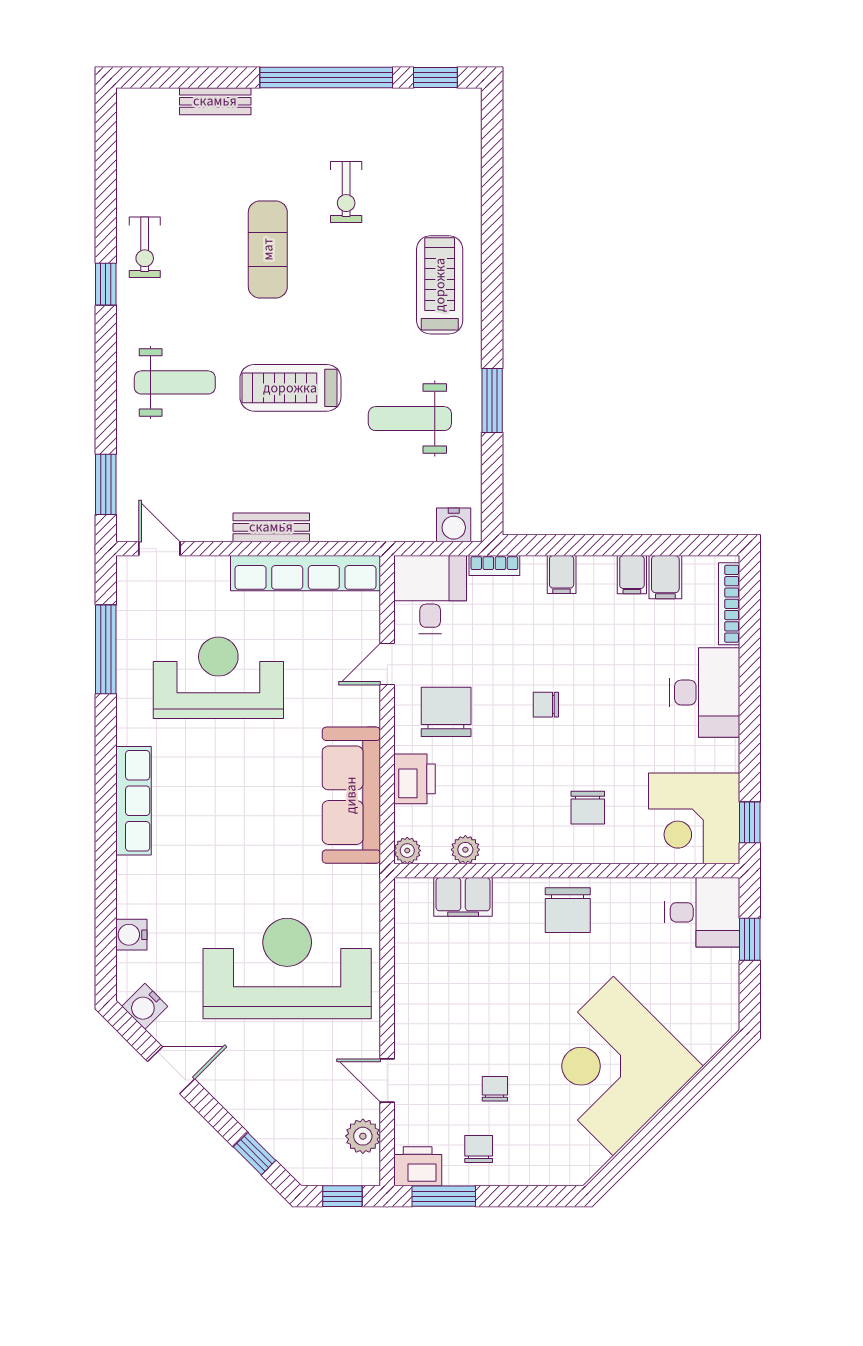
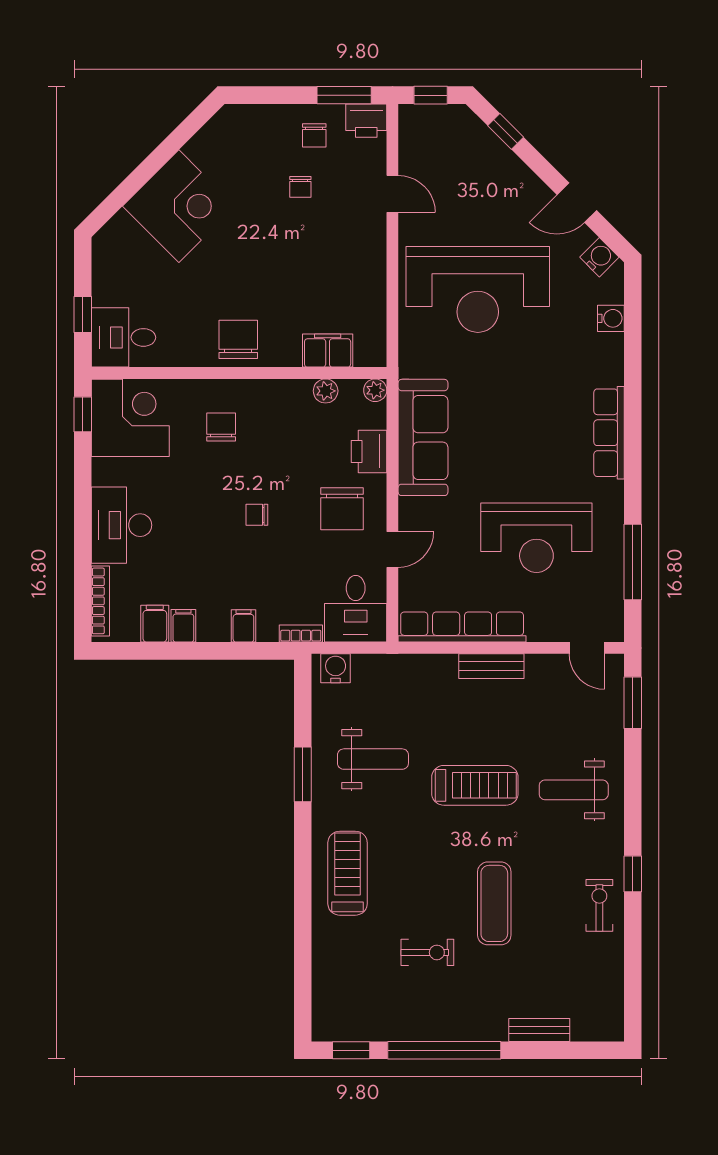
exercise bike: (346, 192) -> (427, 952), turned 90
treadmill: (440, 285) -> (348, 873), turned 180
chair: (546, 705) -> (257, 515), turned 180
corner desk: (613, 1066) -> (179, 206), width x0.74, depth x0.74
plant: (363, 1136) -> (413, 146), removed

